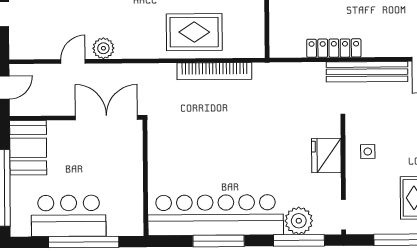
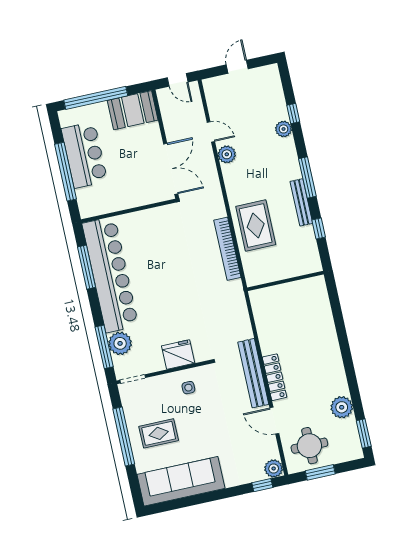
locker: (334, 48) -> (275, 377), moved
window: (219, 241) -> (87, 267), moved

